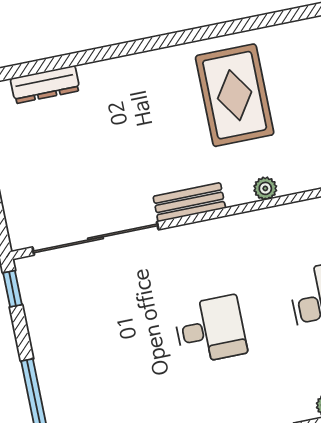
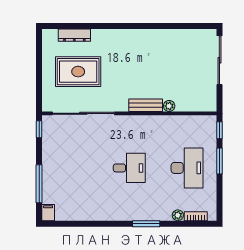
rug: (235, 95) -> (78, 72), moved, turned 90
bench: (189, 202) -> (146, 105), moved

